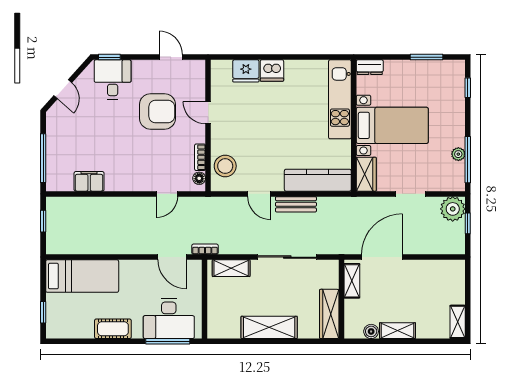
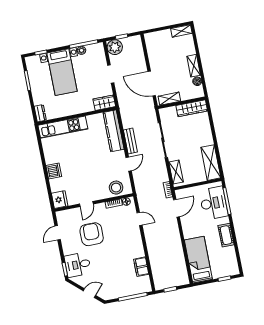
fridge: (246, 71) -> (60, 200), moved
bed with nightstands: (392, 125) -> (62, 72), moved, turned 180
shelving: (269, 327) -> (211, 163), moved

